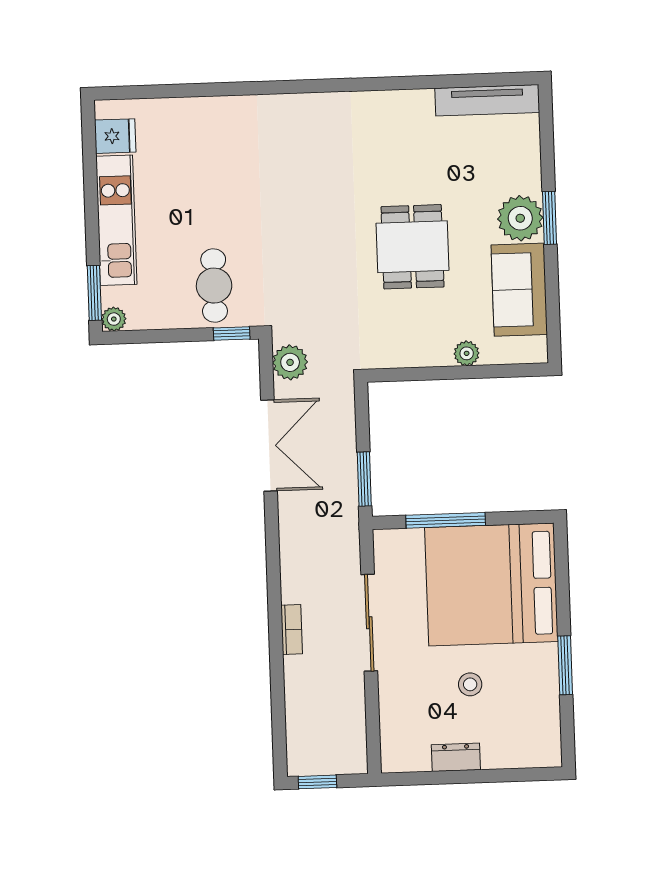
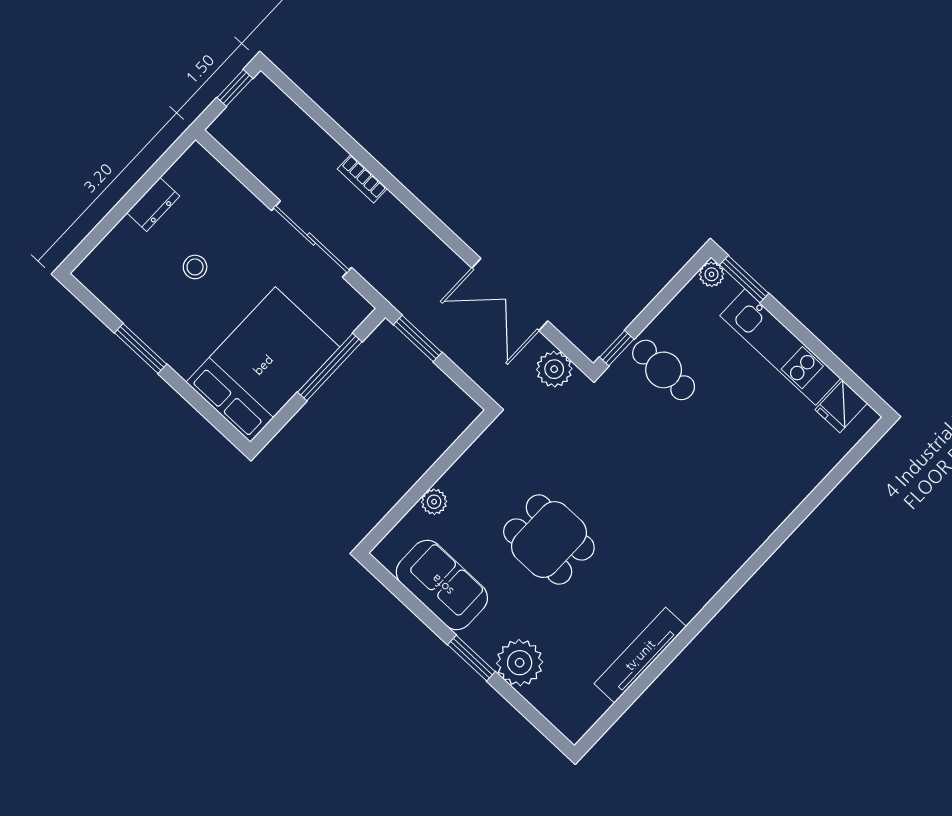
tv unit: (487, 100) -> (640, 655), moved
plant: (520, 218) -> (520, 663), moved
bed: (491, 585) -> (263, 365), width x0.73

